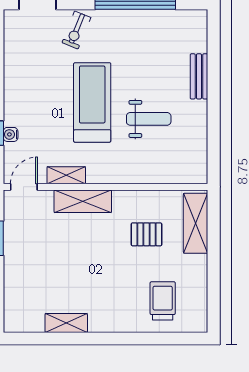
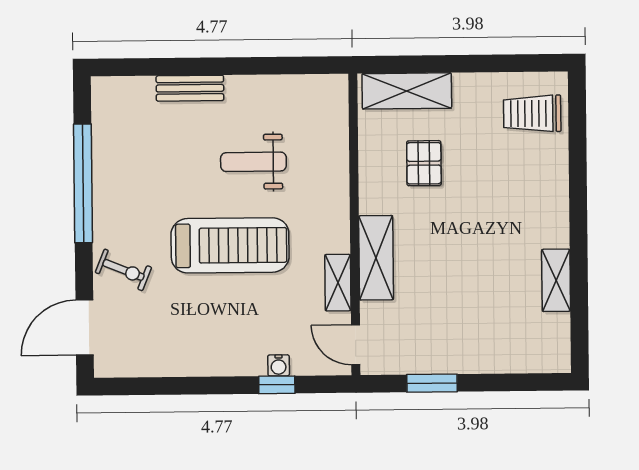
treadmill: (92, 102) -> (230, 245), turned 180
weight bench: (149, 119) -> (253, 162), turned -90
trolley: (163, 301) -> (532, 113), moved

